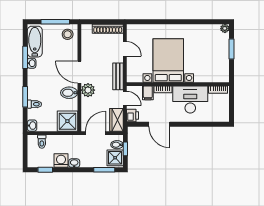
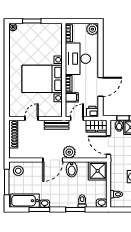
plant: (223, 115) -> (92, 29), added

